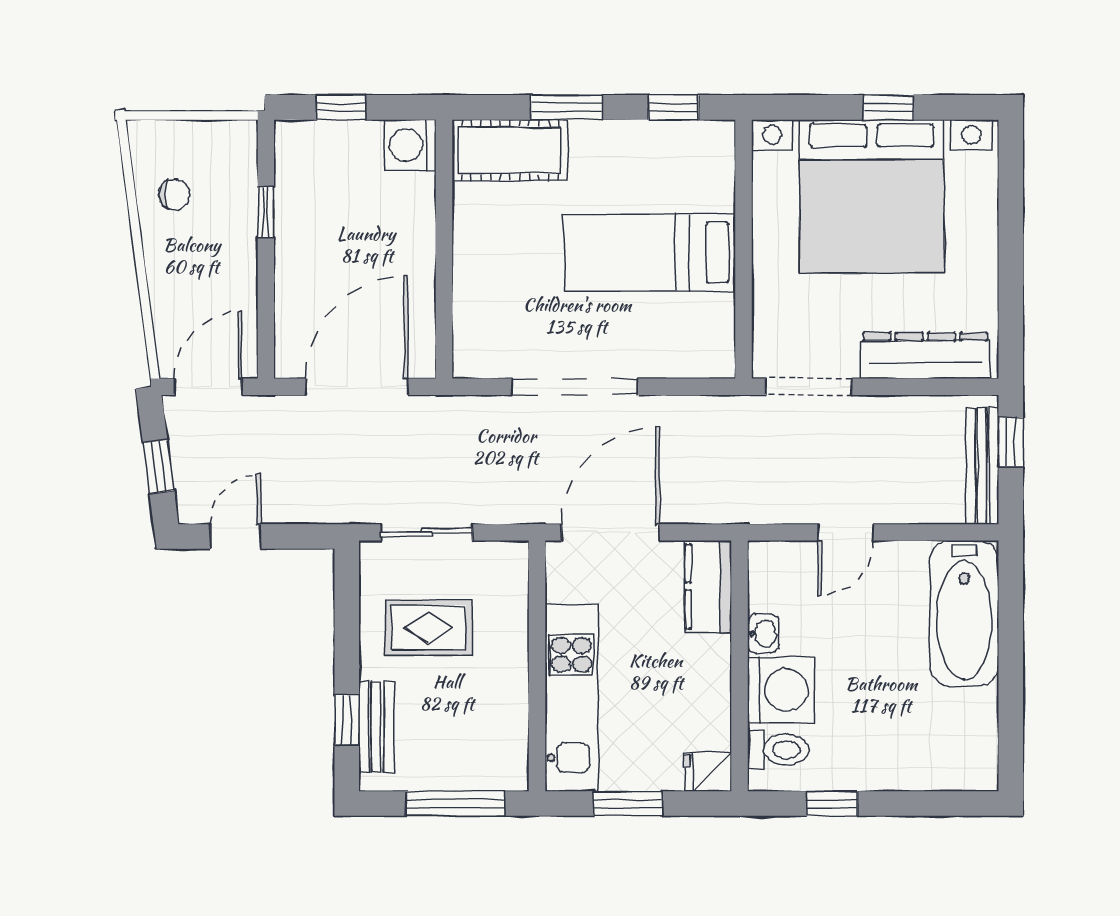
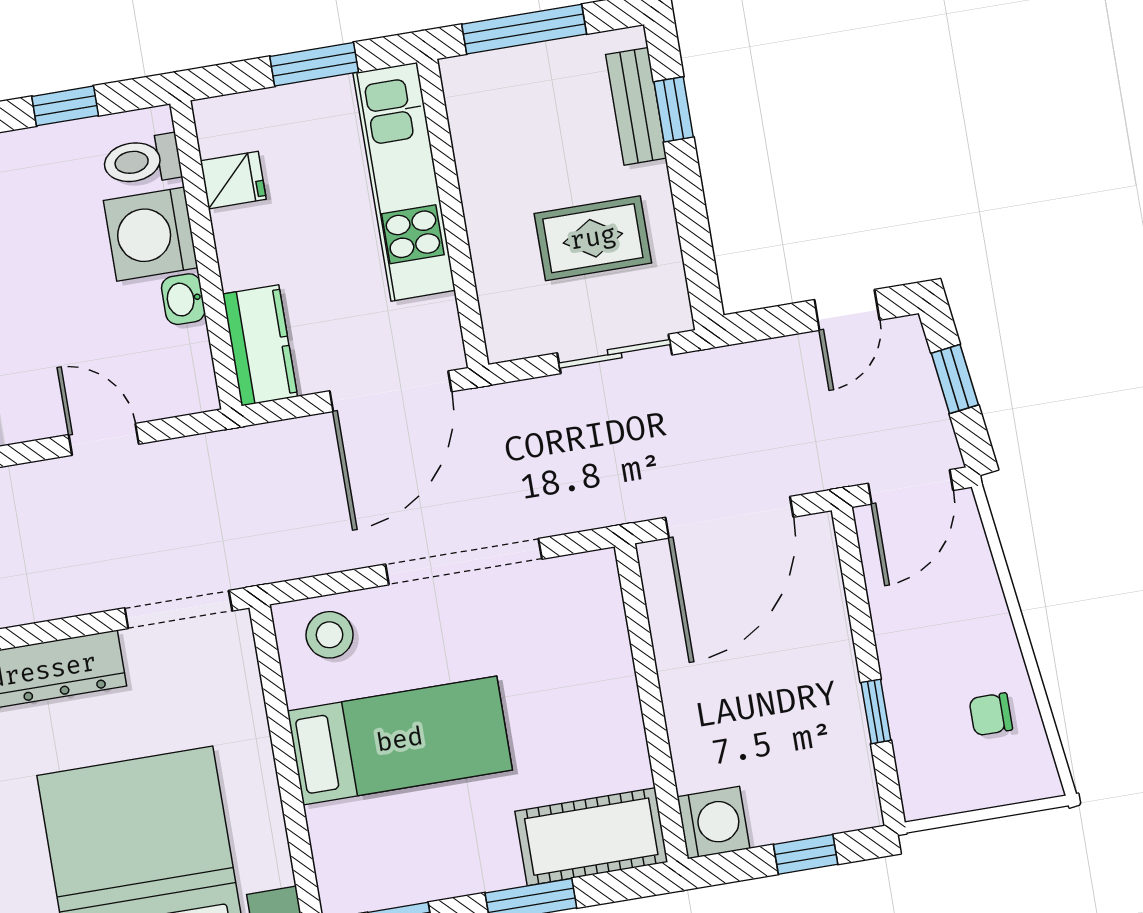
stool: (692, 346) -> (330, 635), added
door: (846, 532) -> (104, 439), hinge flipped
fridge: (708, 772) -> (233, 180), moved

